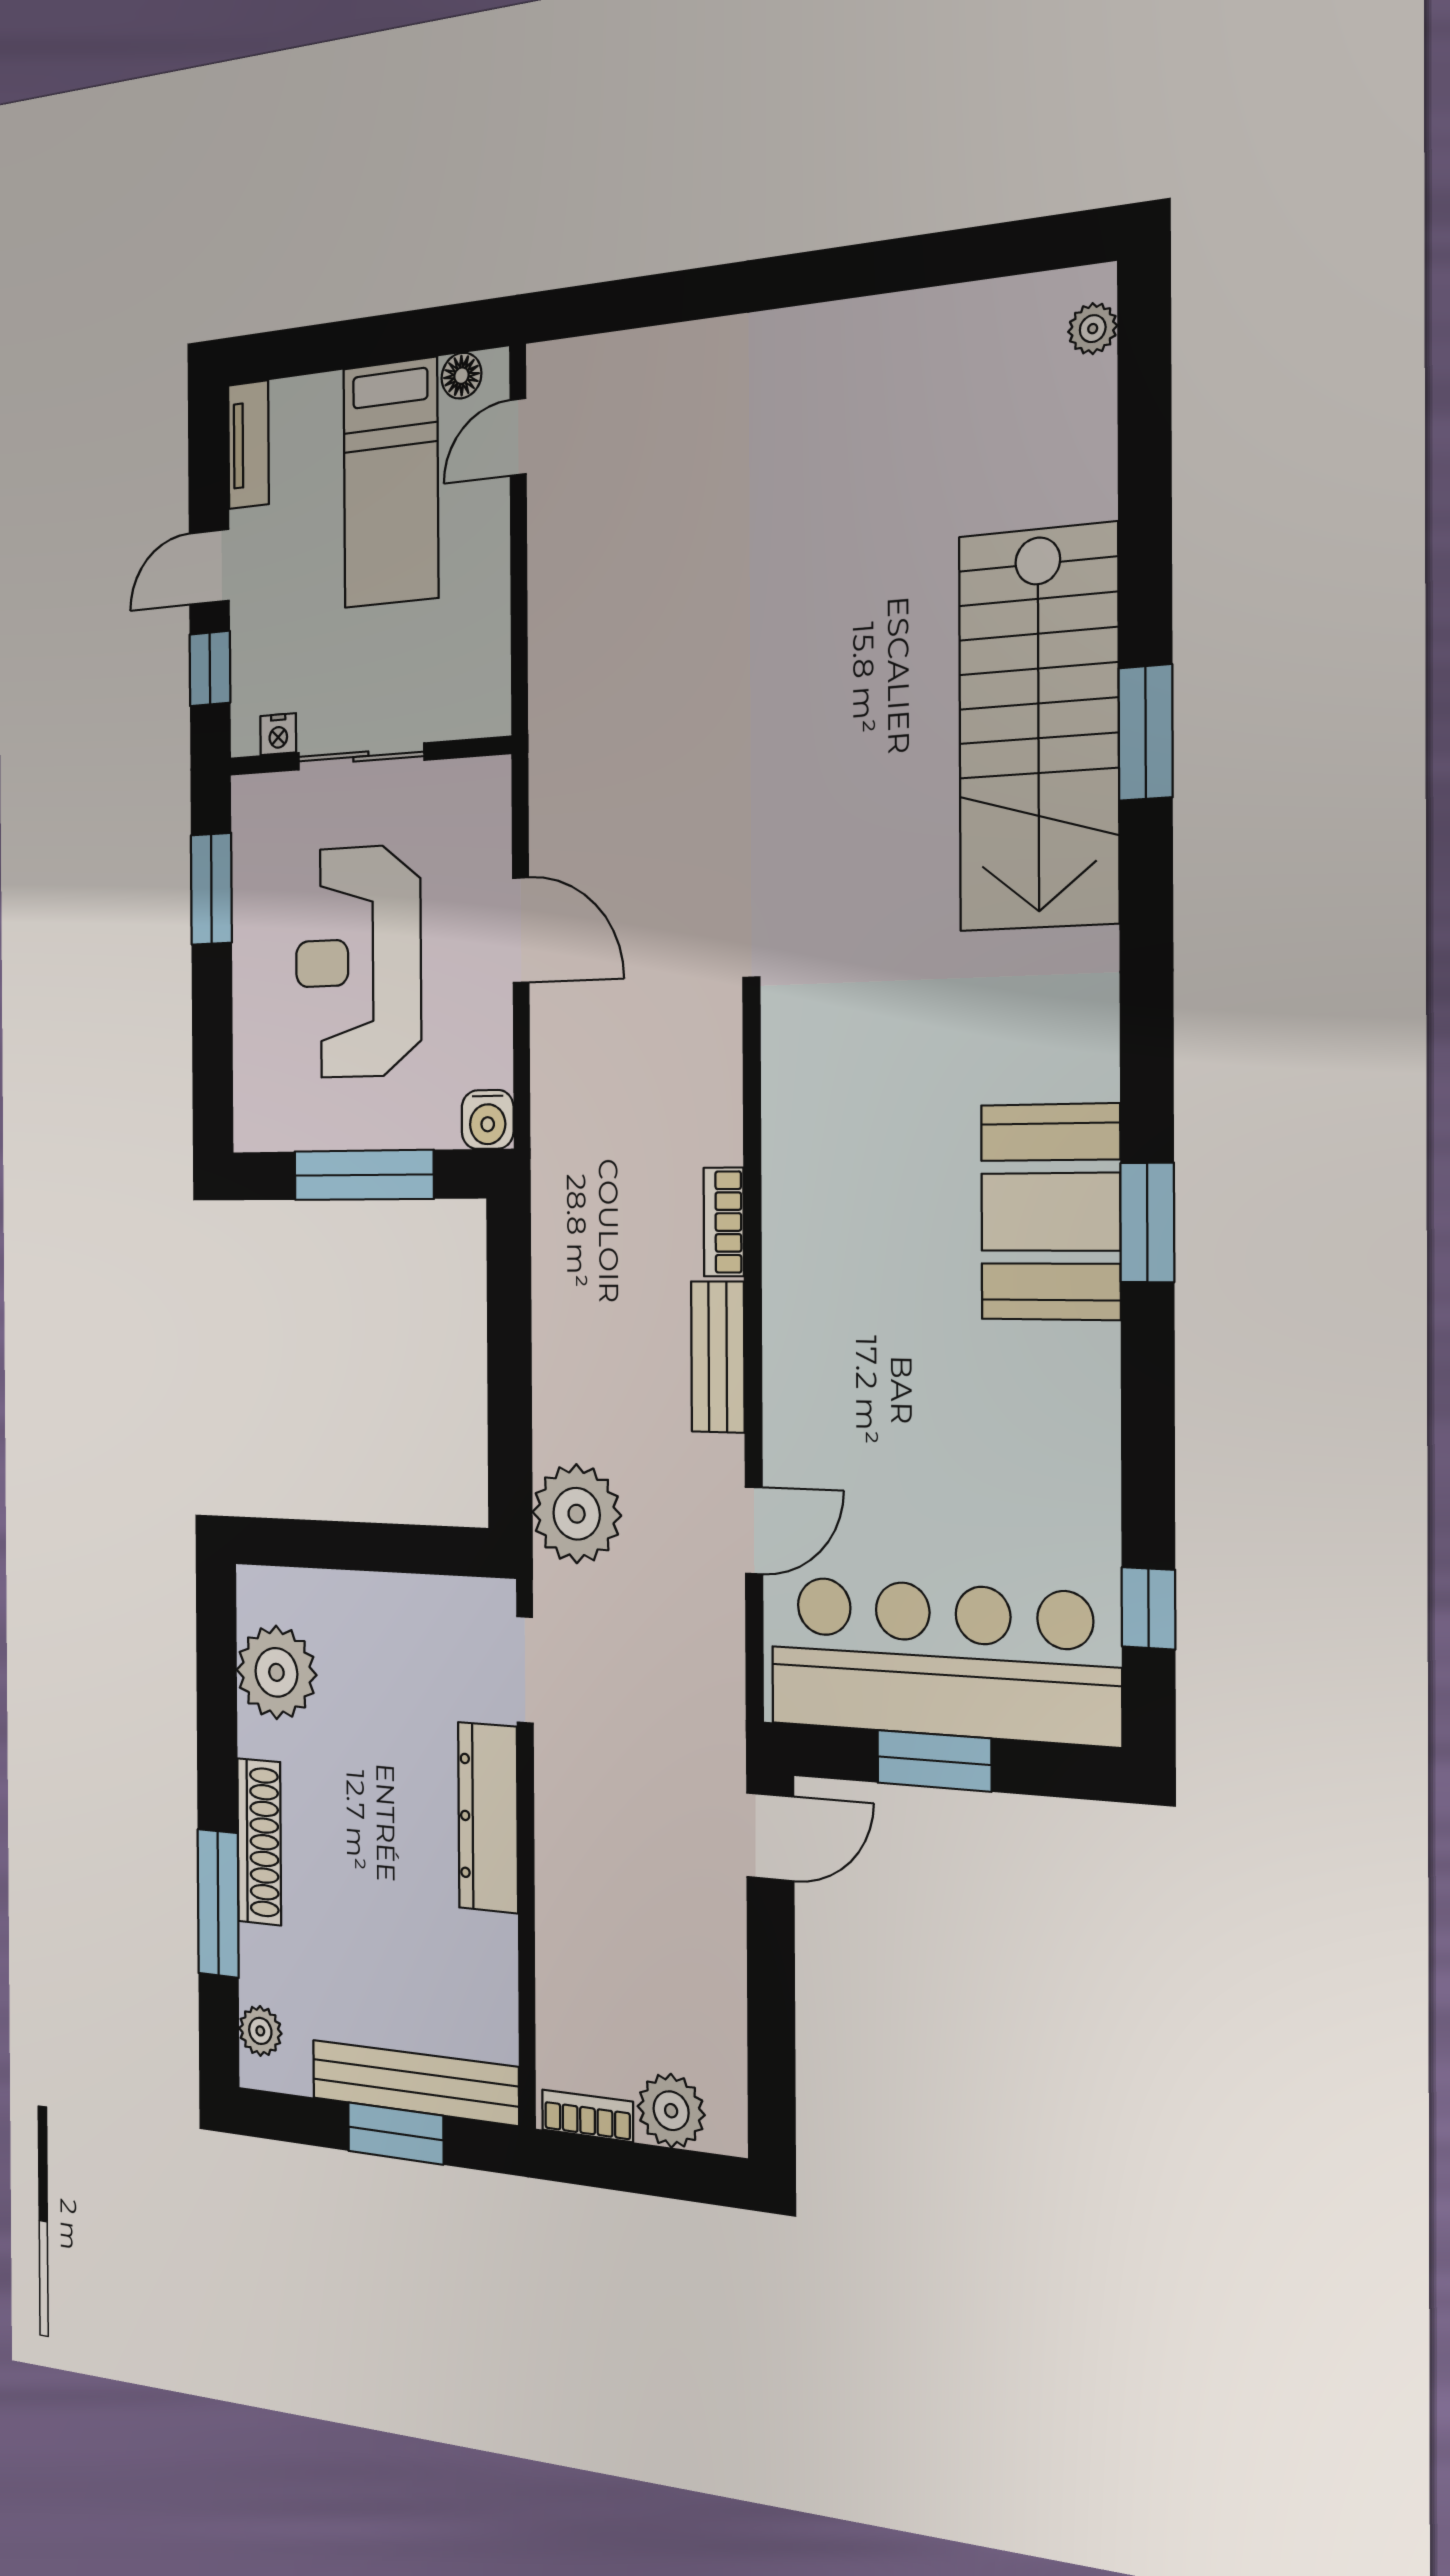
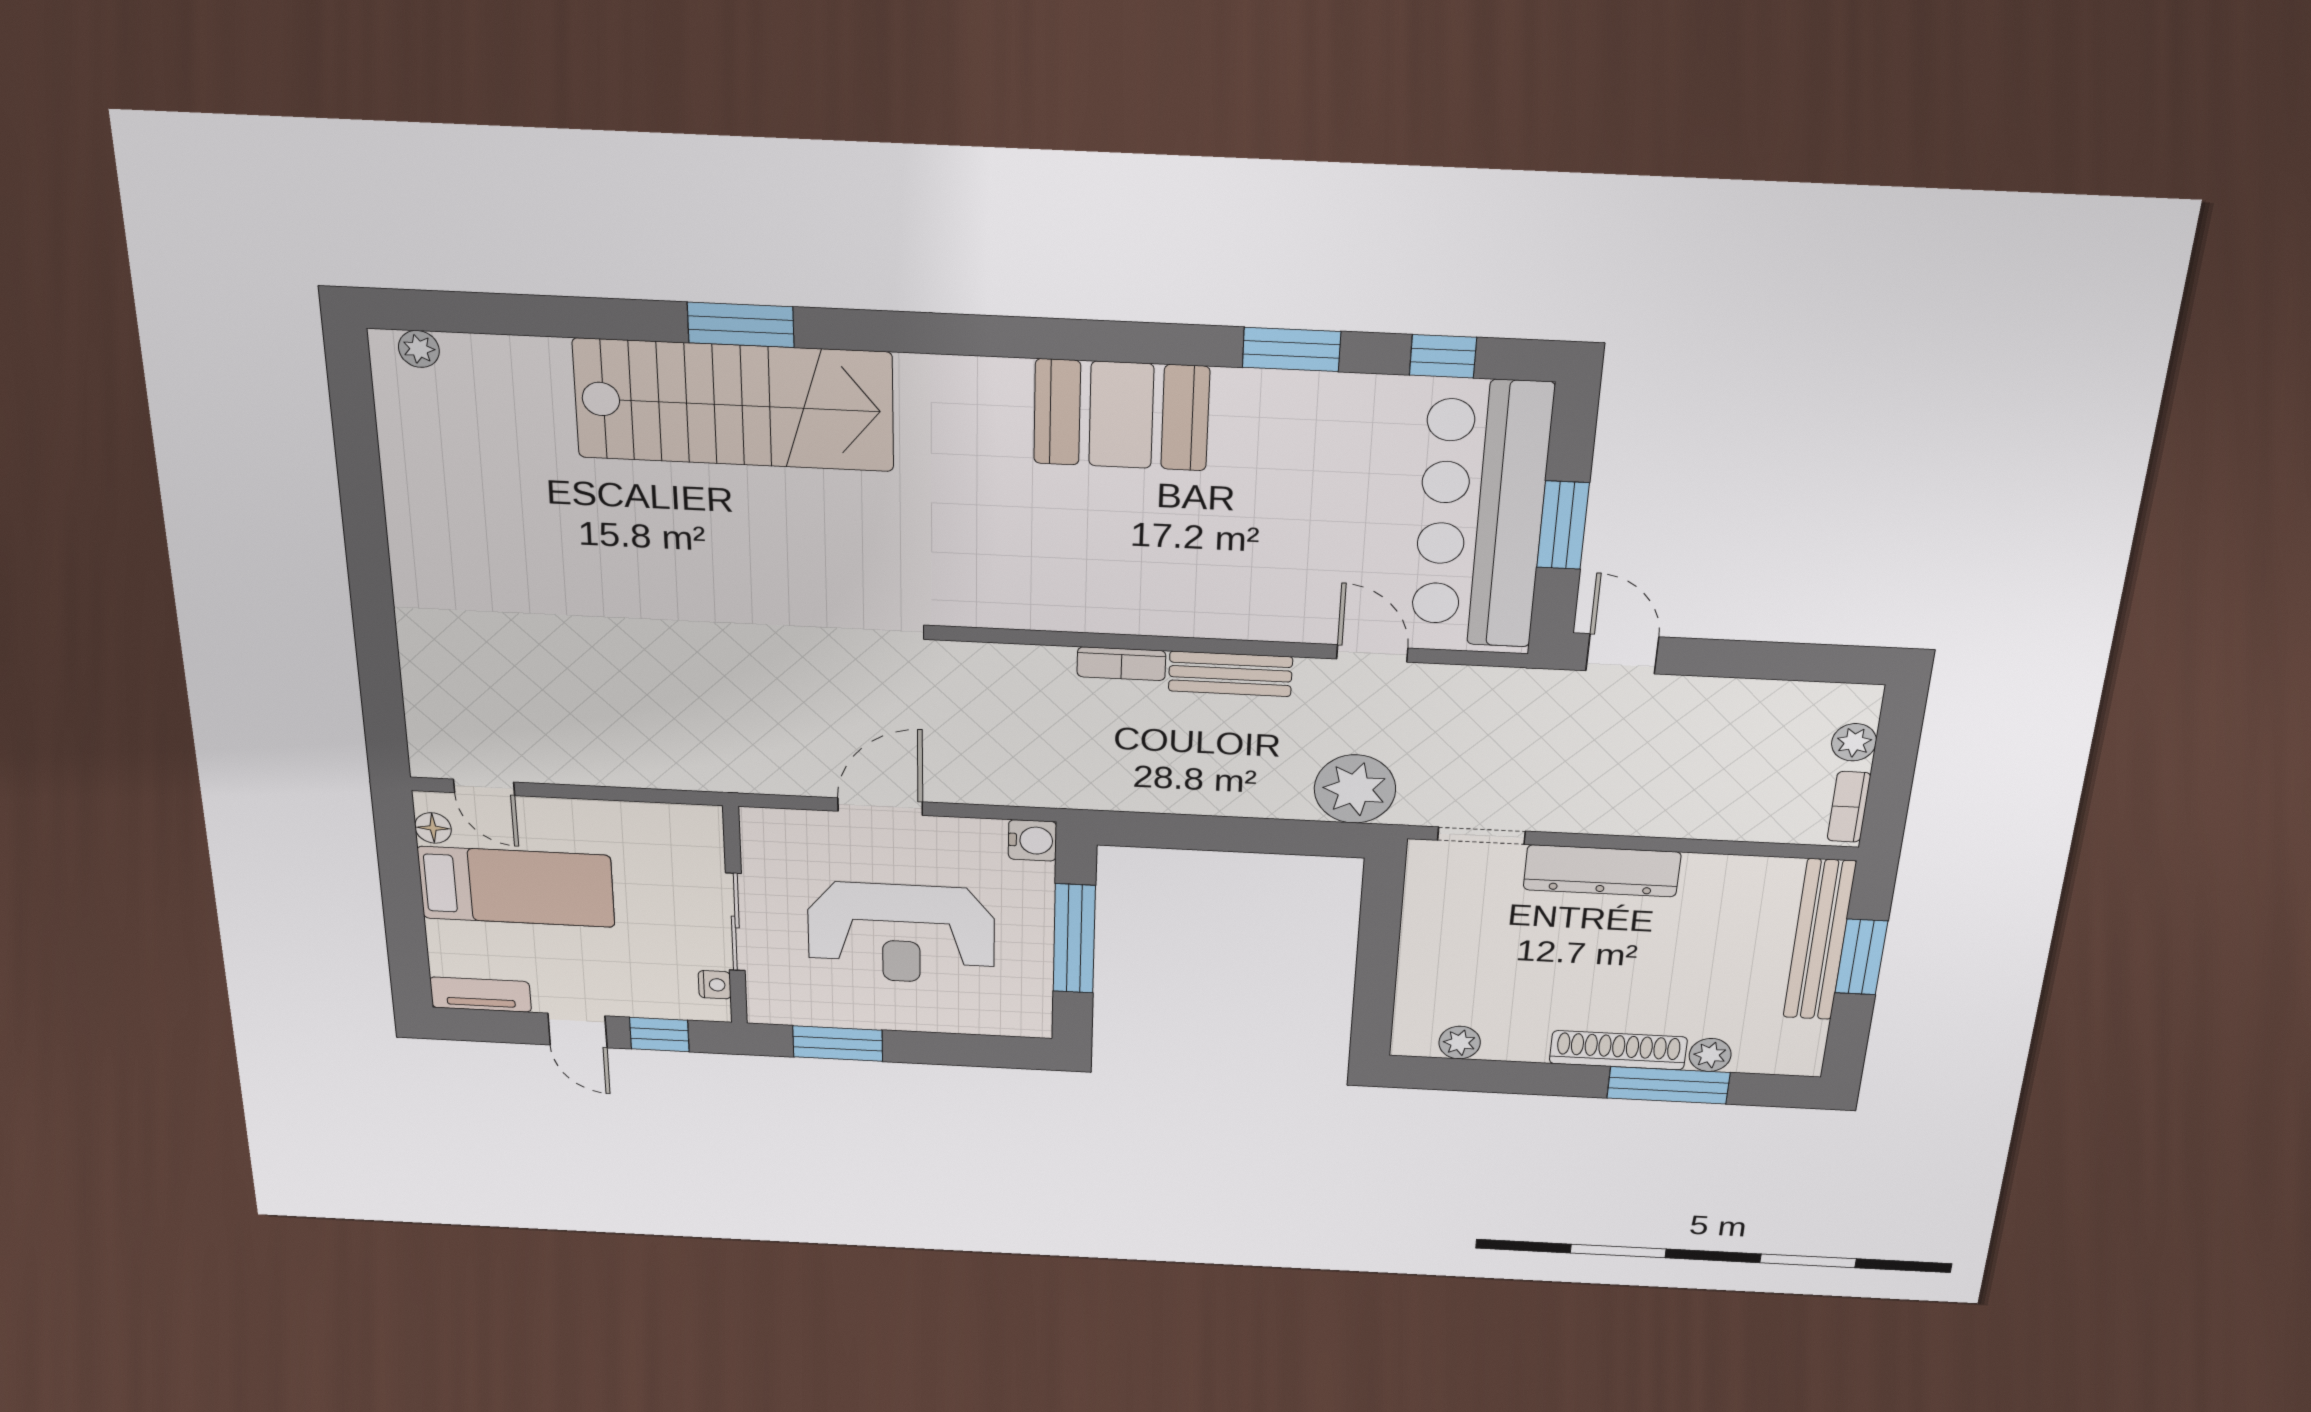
window: (1147, 1223) -> (1291, 349), moved
plant: (276, 1672) -> (1460, 1043), width x0.53, depth x0.53
plant: (260, 2031) -> (1710, 1055), moved
plant: (671, 2111) -> (1854, 742), width x0.73, depth x0.73

